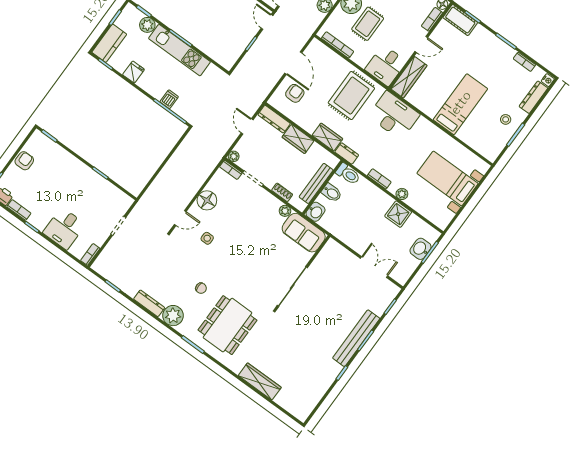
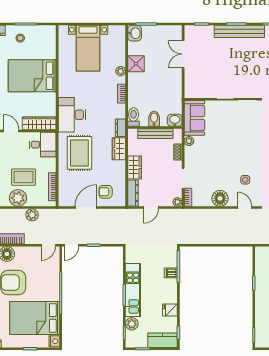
rug: (351, 96) -> (79, 153), turned 90
bed: (460, 104) -> (32, 76), width x1.50
washbasin: (421, 249) -> (135, 33), moved, turned -90

